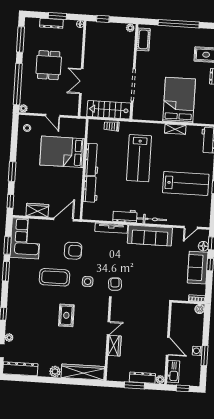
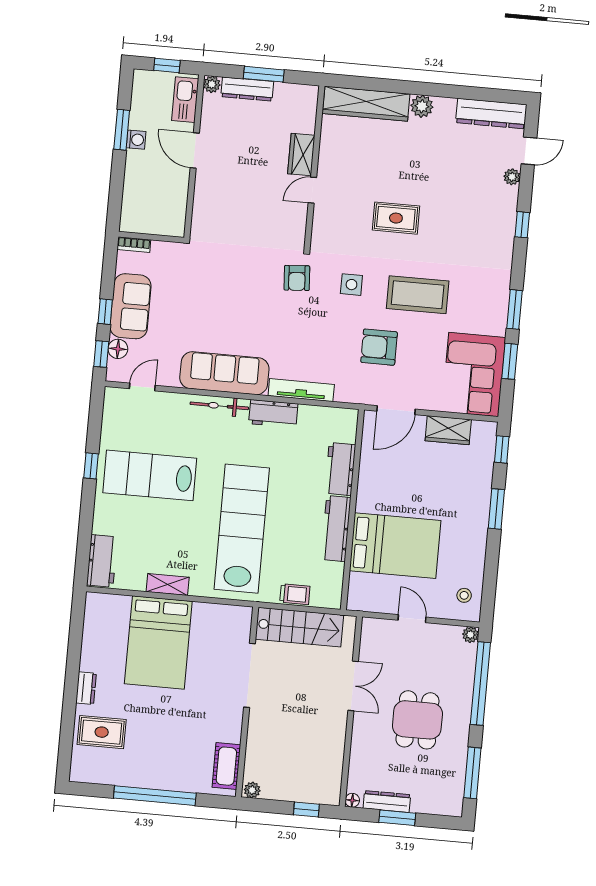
dresser: (51, 23) -> (387, 801), moved
lab bench: (139, 158) -> (242, 529), width x1.36
boiler: (200, 309) -> (129, 223), removed
rug: (66, 315) -> (396, 218), turned 90

